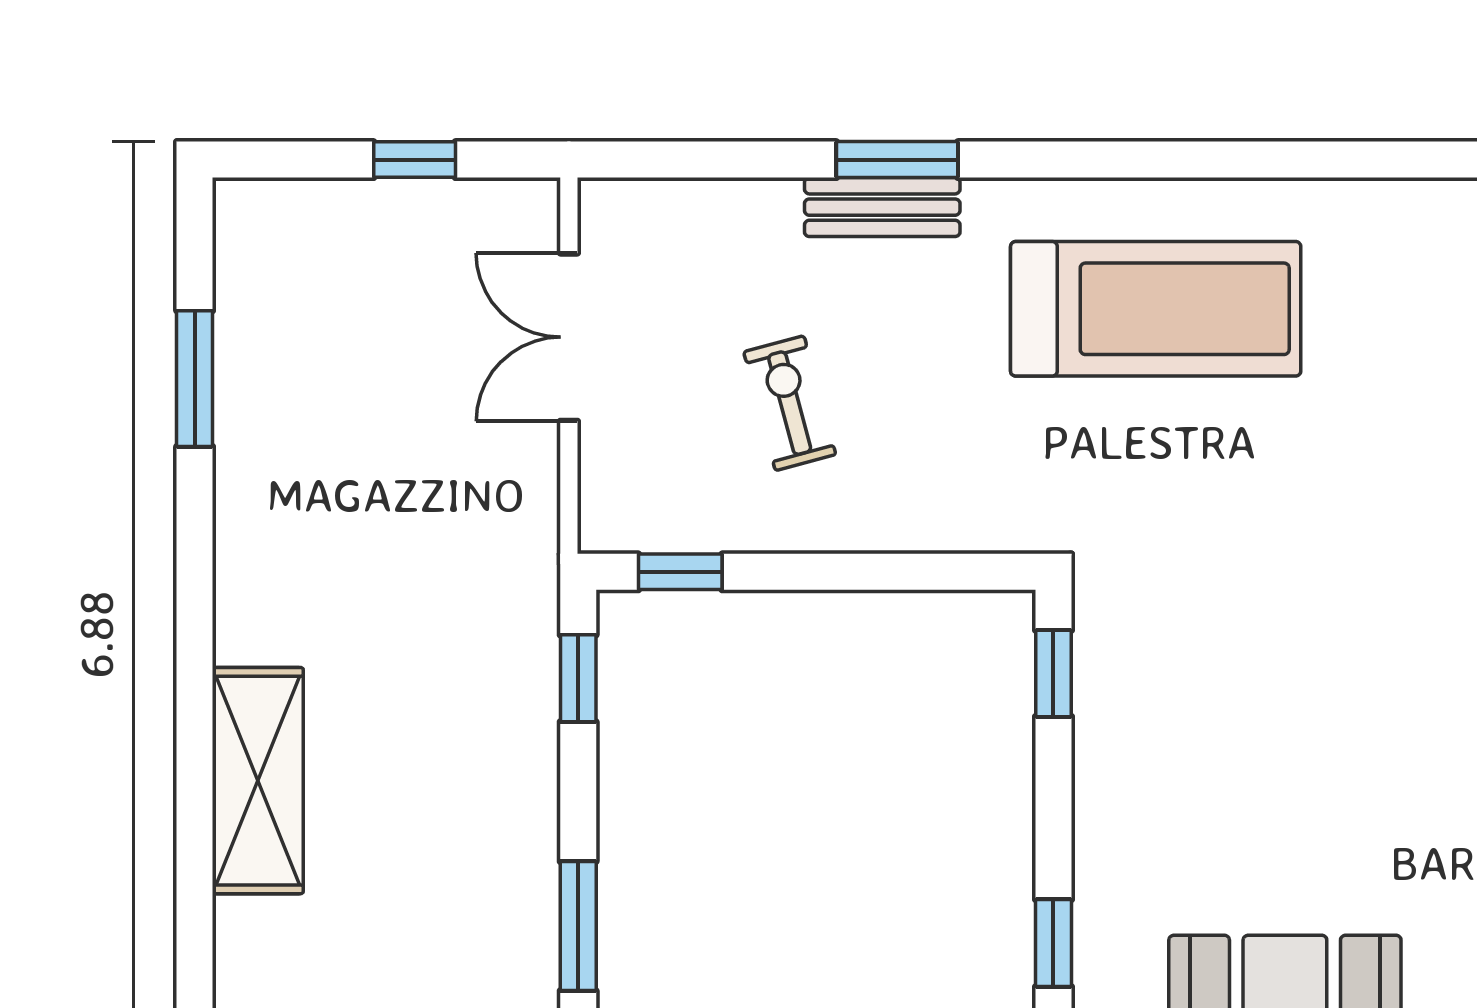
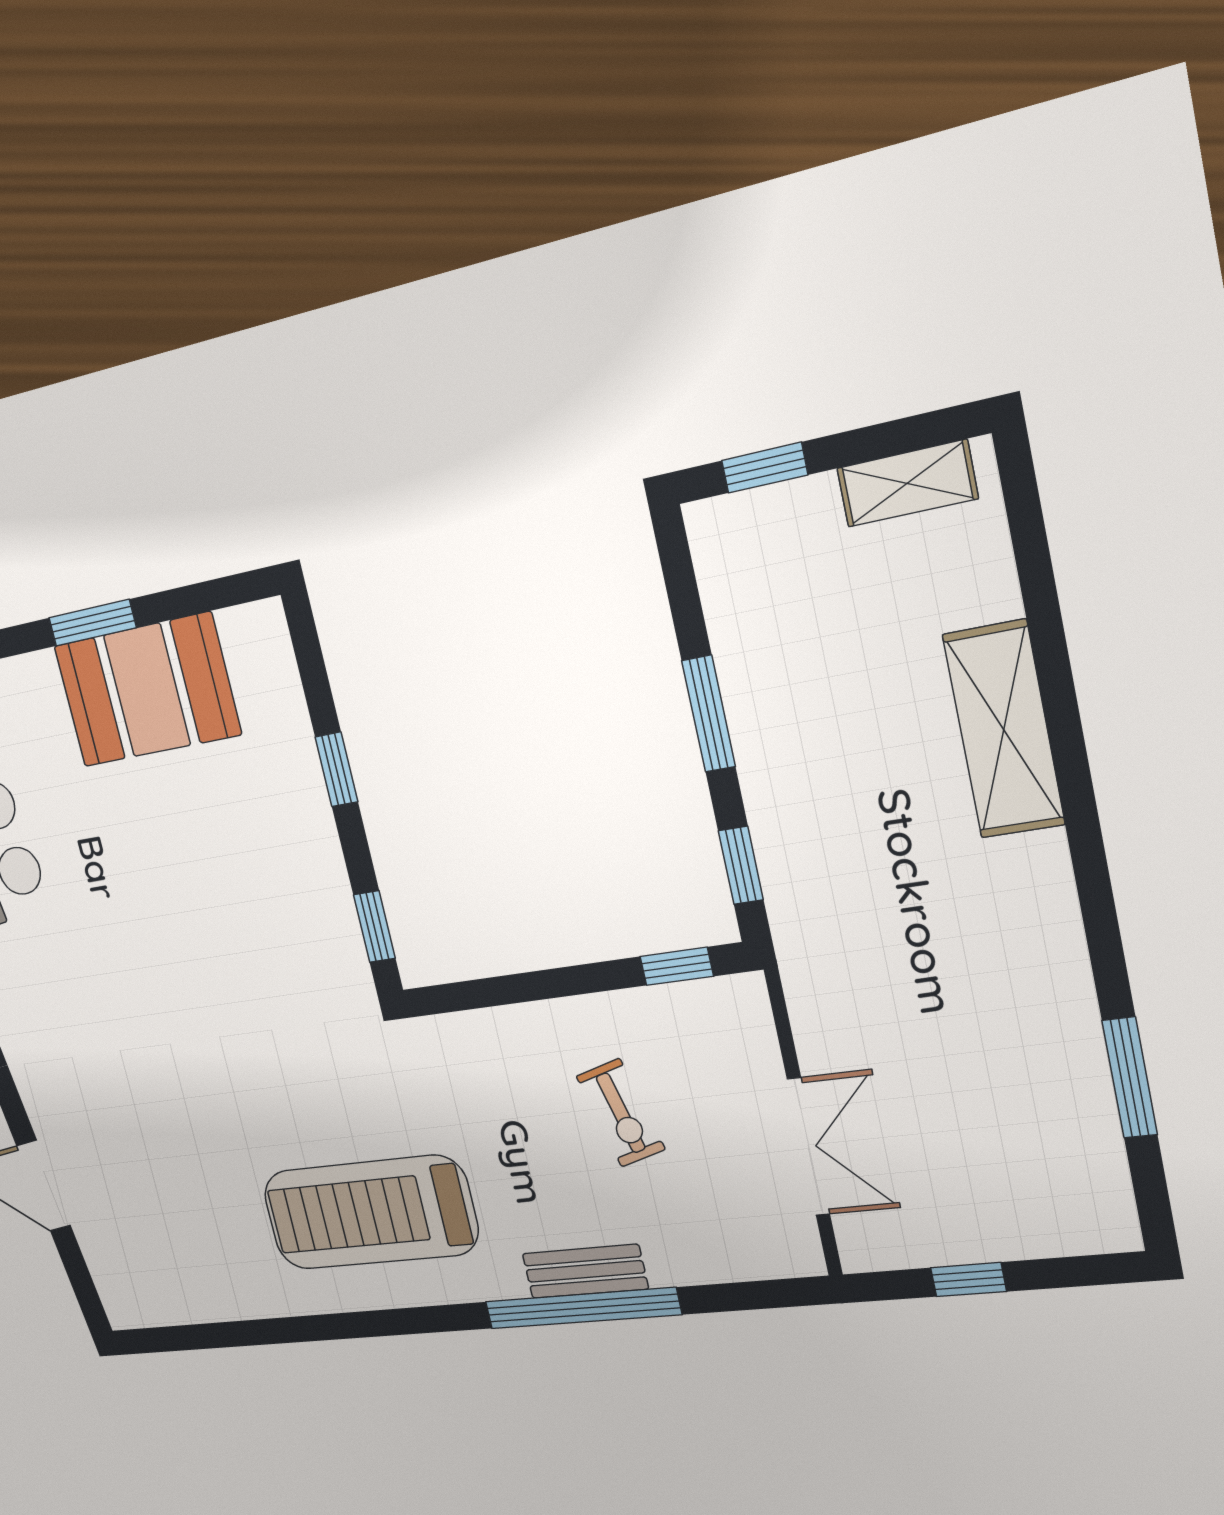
window: (897, 160) -> (582, 1308), width x2.11
window: (578, 926) -> (709, 714), moved
window: (1053, 943) -> (336, 769), moved

